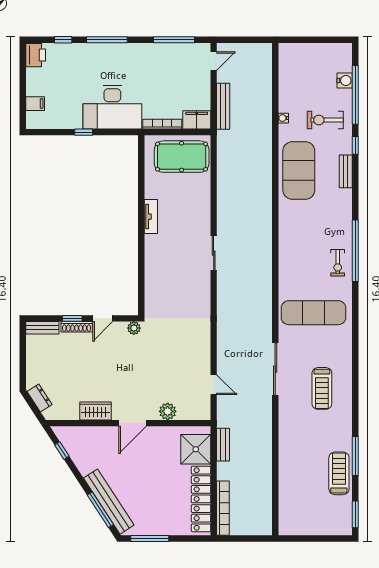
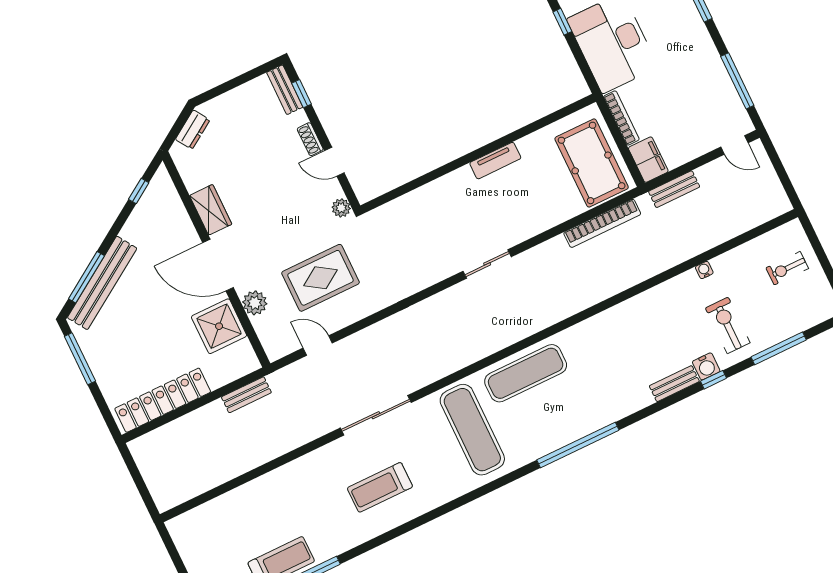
water cooler: (345, 81) -> (706, 366), moved
window: (355, 95) -> (779, 348), width x0.68
bench: (223, 106) -> (674, 189), width x0.73
exercise mat: (299, 171) -> (526, 373), moved, width x0.68
exercise bike: (338, 263) -> (787, 268), moved
window: (72, 318) -> (301, 94), moved
shoe rack: (77, 327) -> (310, 139), width x0.70
rug: (172, 362) -> (321, 278), added
door: (214, 385) -> (318, 346), swing flipped
door: (133, 423) -> (218, 265), width x1.36
shower: (196, 449) -> (219, 326), moved
bookcase: (223, 508) -> (602, 223), moved

